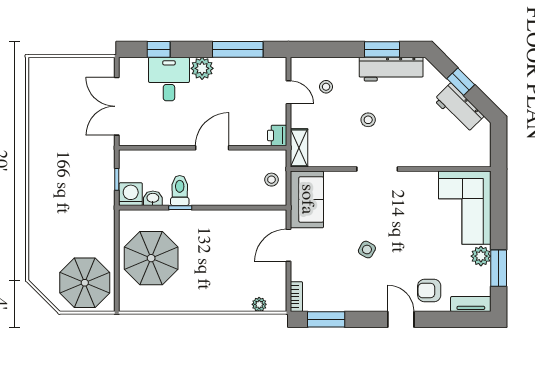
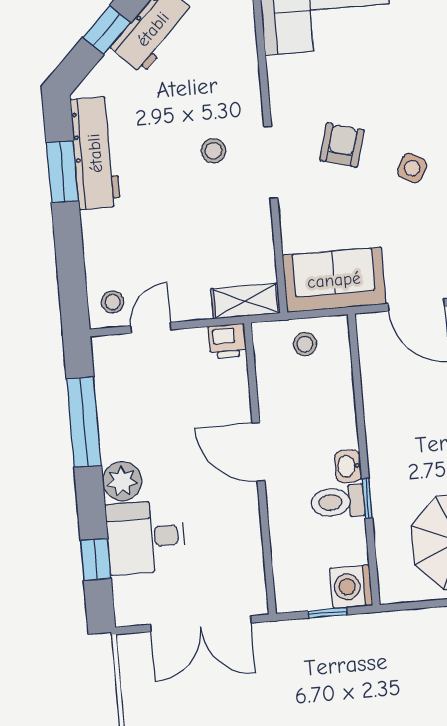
stool: (326, 87) -> (113, 302), moved
stool: (368, 120) -> (214, 151), moved
washbasin: (153, 198) -> (348, 466), moved
armchair: (383, 210) -> (342, 145), added

